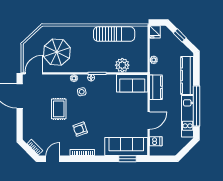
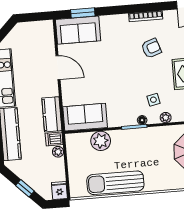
door: (149, 121) -> (58, 68), swing flipped
dishwasher: (156, 141) -> (54, 139), moved
sofa: (126, 147) -> (78, 30), width x0.73

